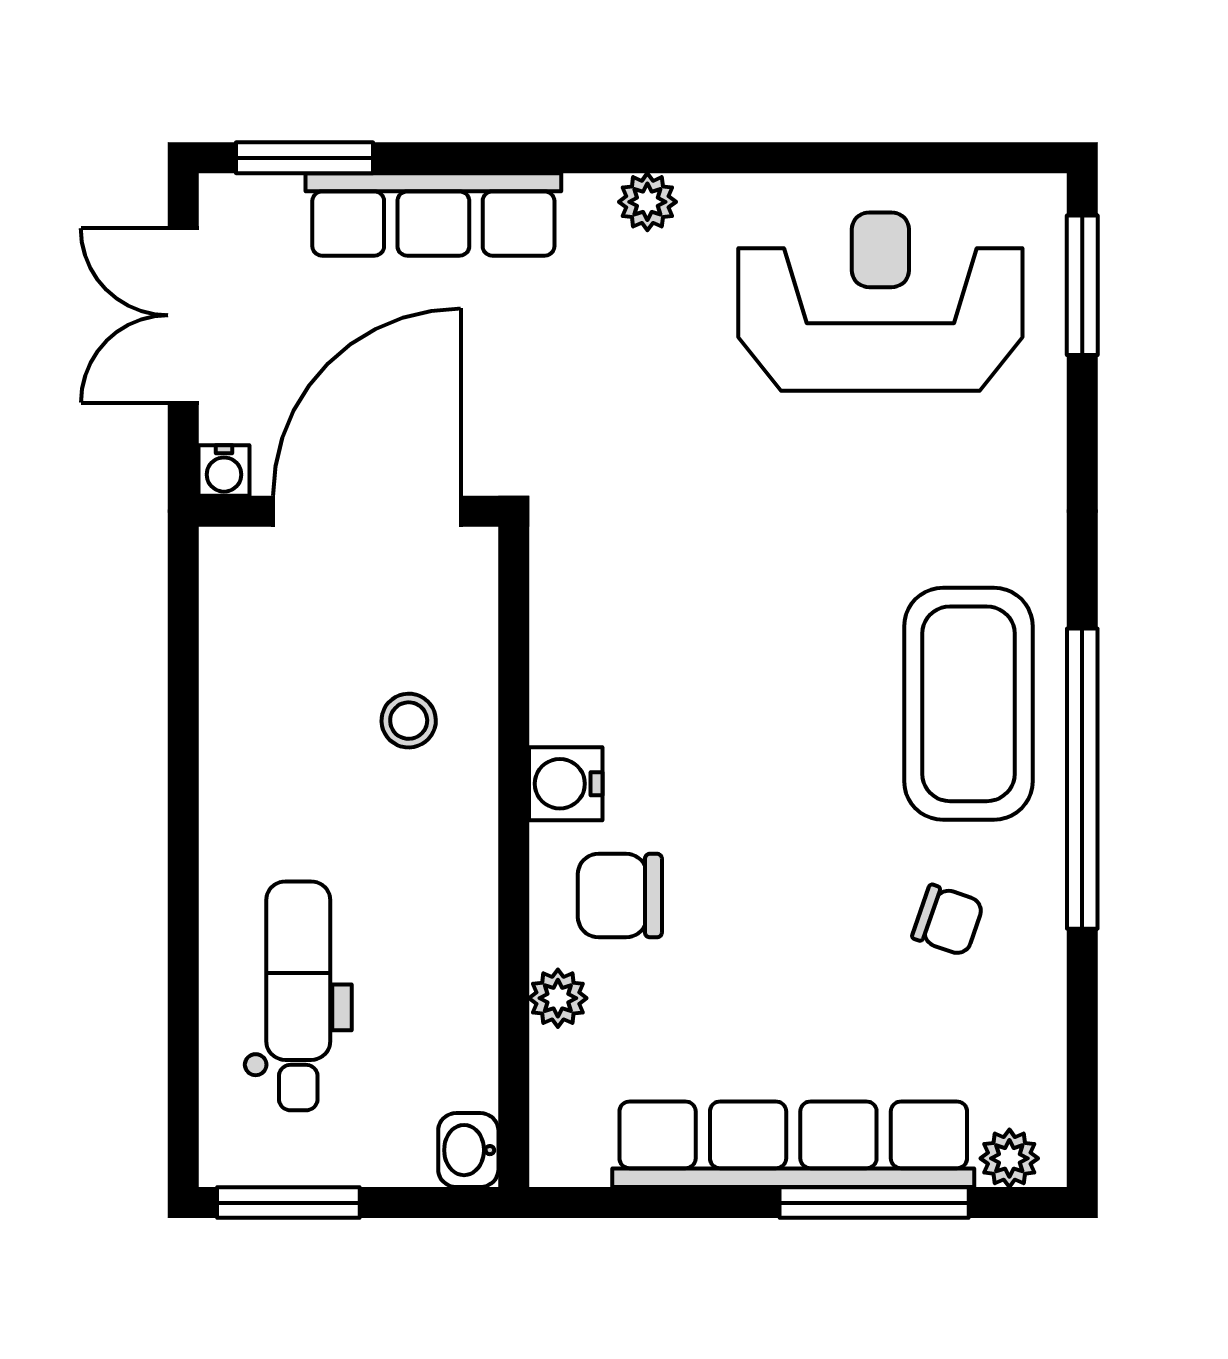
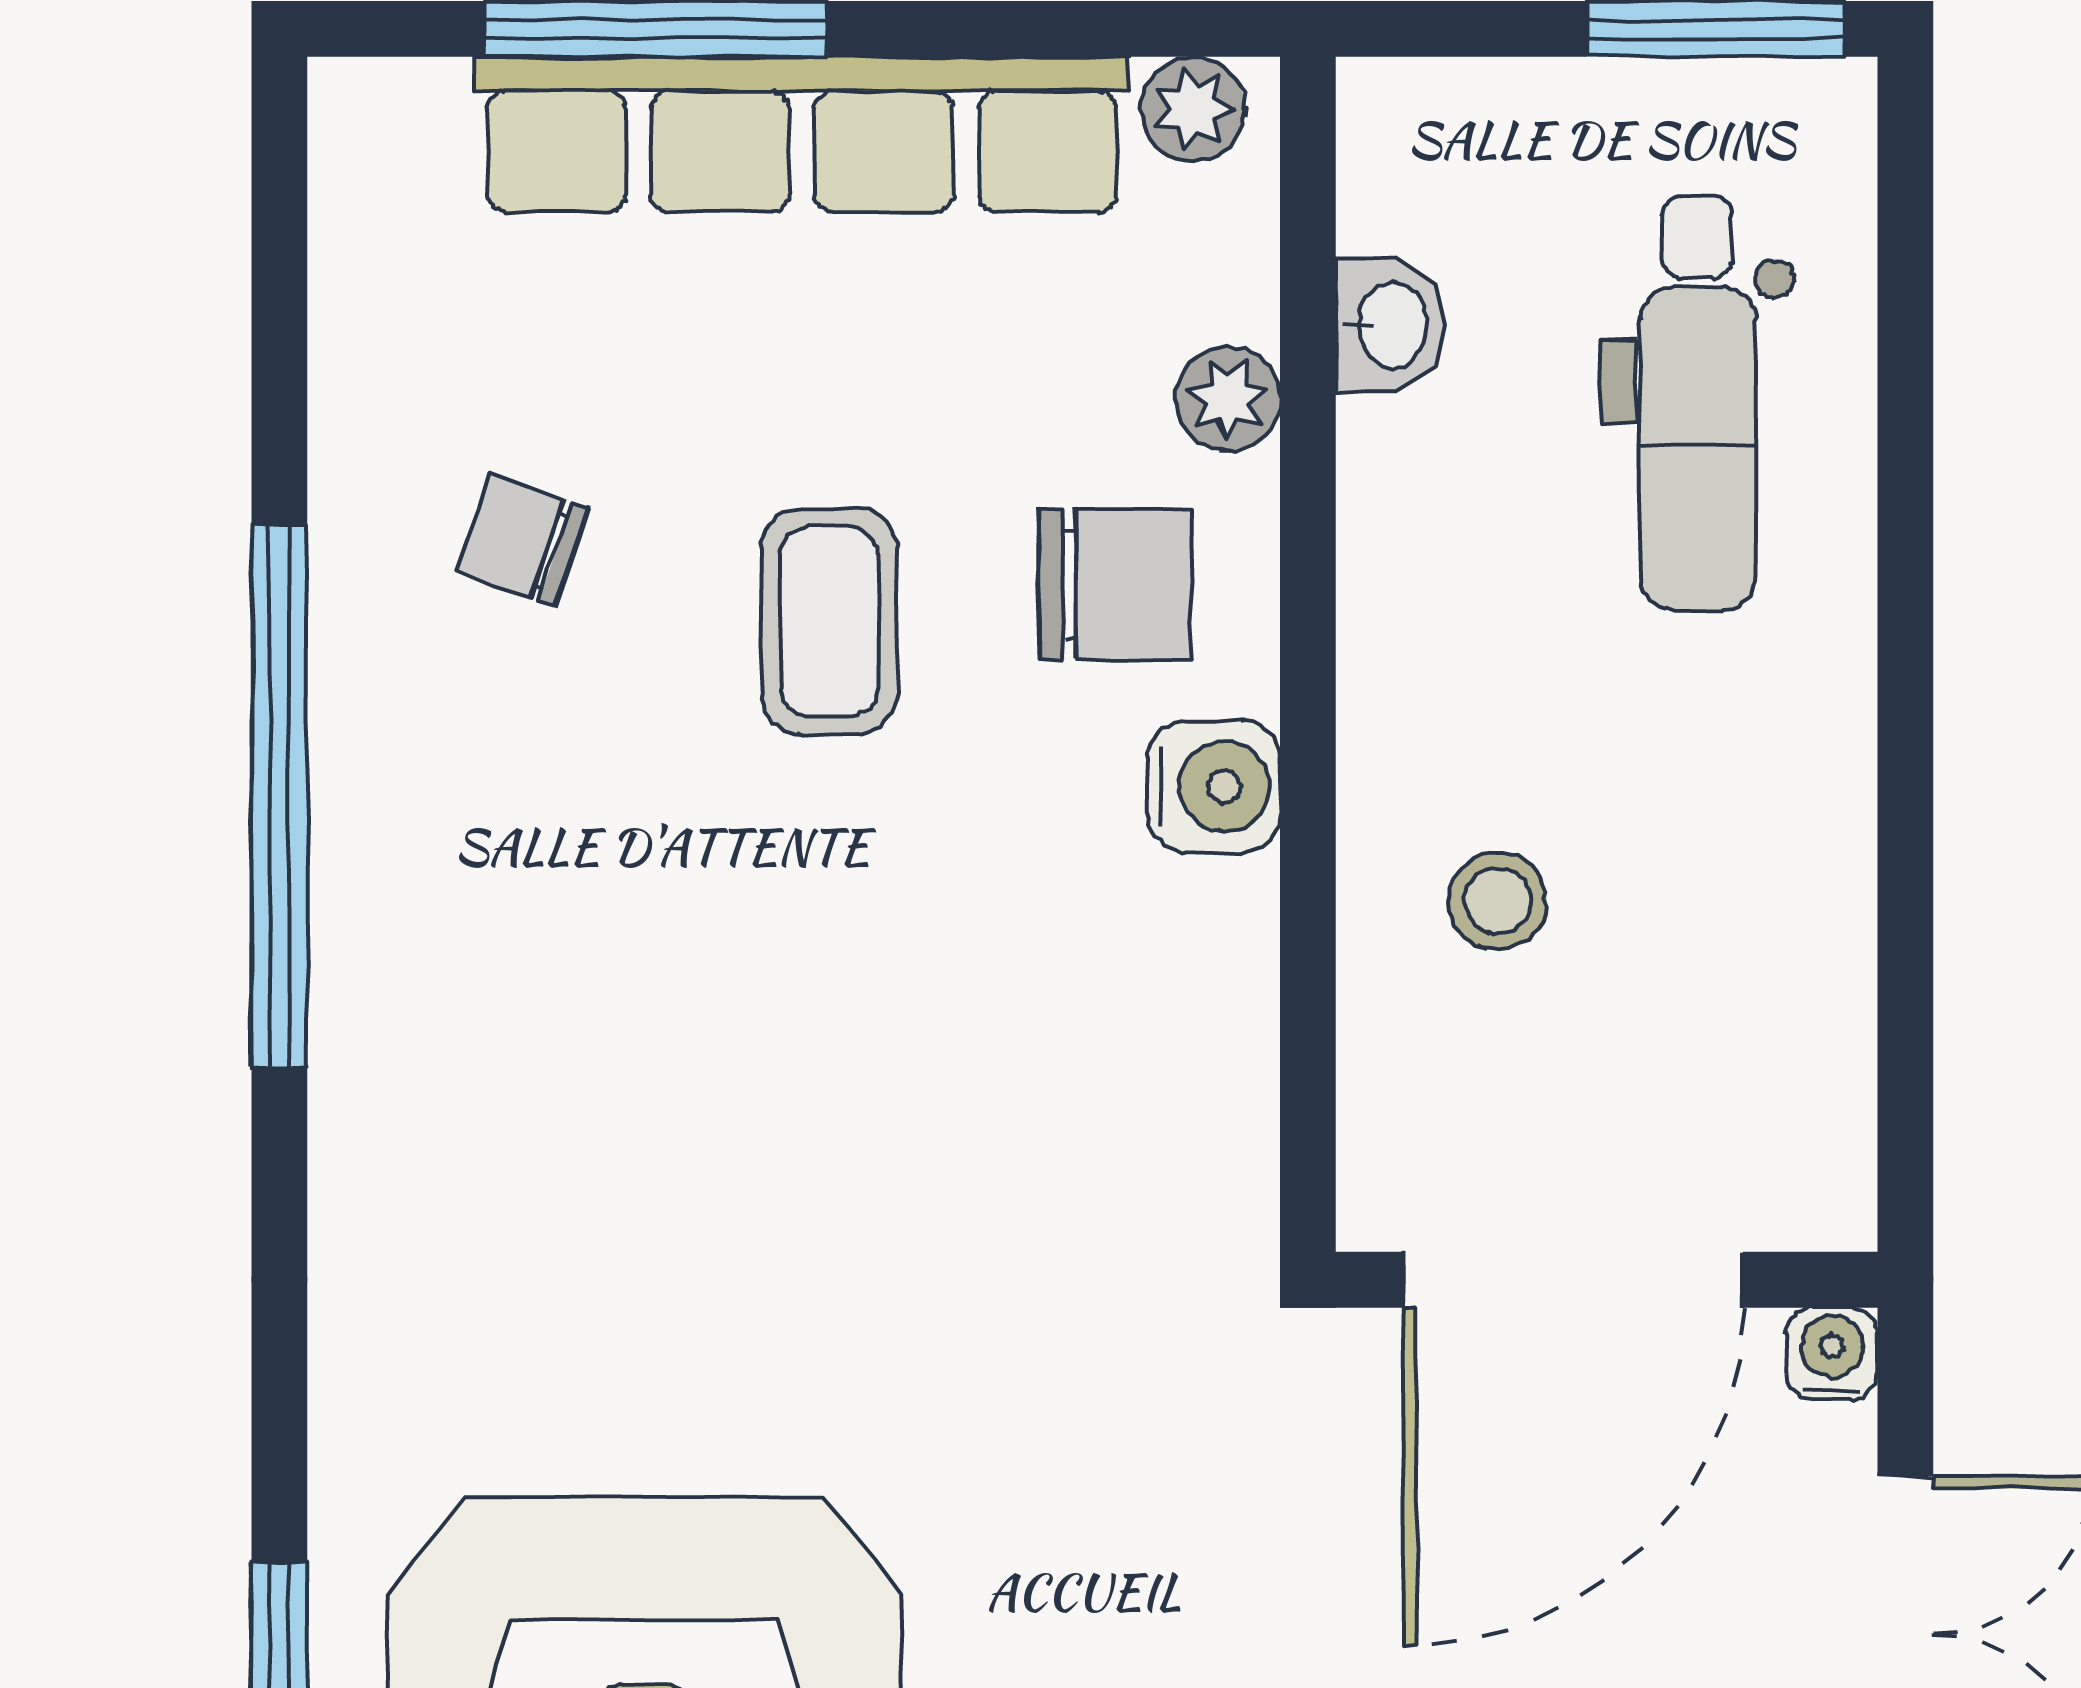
coffee table: (968, 704) -> (829, 622), moved, width x0.54, depth x0.58
washbasin: (468, 1150) -> (1390, 325), moved
plant: (1009, 1158) -> (1193, 109), moved

